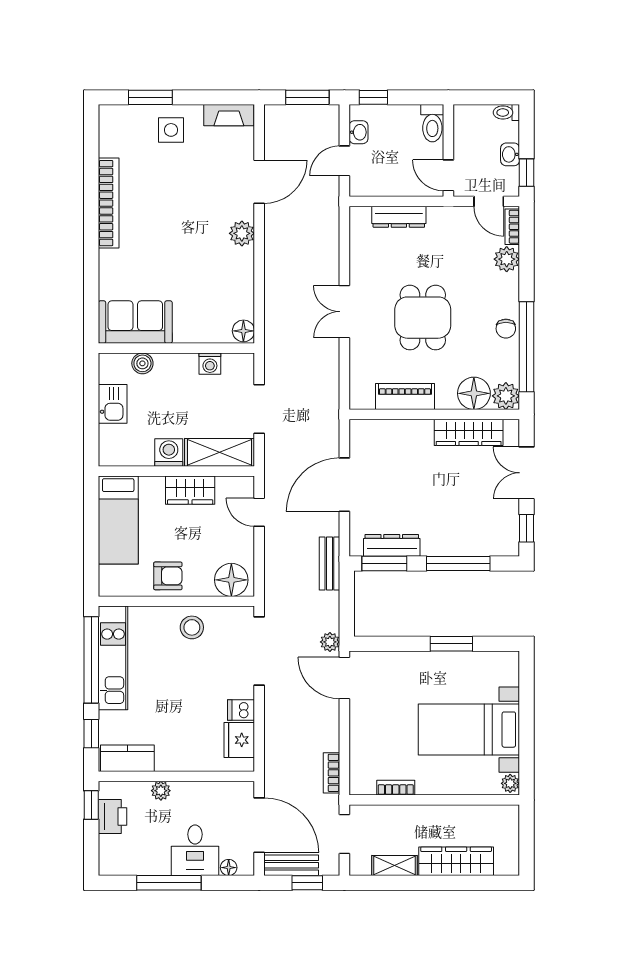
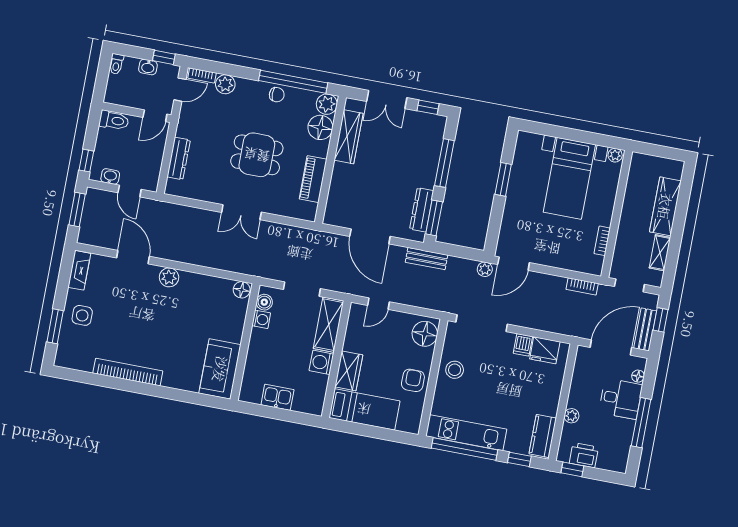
boiler: (142, 363) -> (264, 302), moved
wardrobe: (190, 490) -> (349, 371), moved

